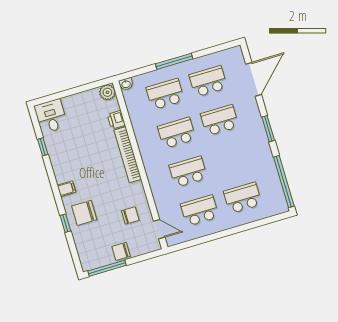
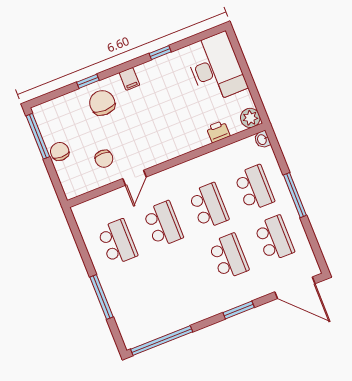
door: (254, 79) -> (295, 288), moved
desk: (51, 116) -> (216, 68), width x1.87, depth x1.30
window: (268, 129) -> (239, 310), moved
window: (43, 147) -> (160, 53), moved
bookcase: (128, 155) -> (177, 149), removed
school desk: (243, 198) -> (137, 293), removed
window: (244, 228) -> (102, 297), added
door: (159, 229) -> (135, 178), moved

